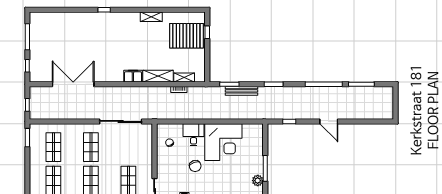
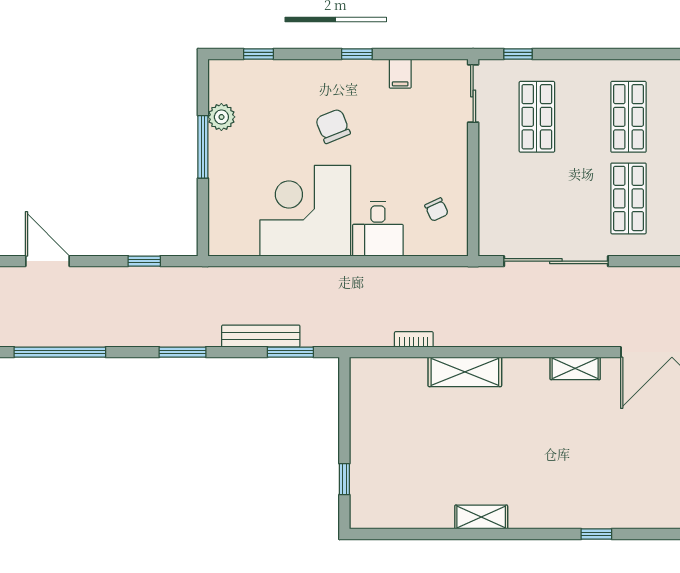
pallet: (186, 36) -> (395, 471), removed
filing cabinet: (133, 76) -> (526, 372), removed
shelving: (184, 78) -> (575, 368), moved
chair: (195, 166) -> (333, 126), moved

